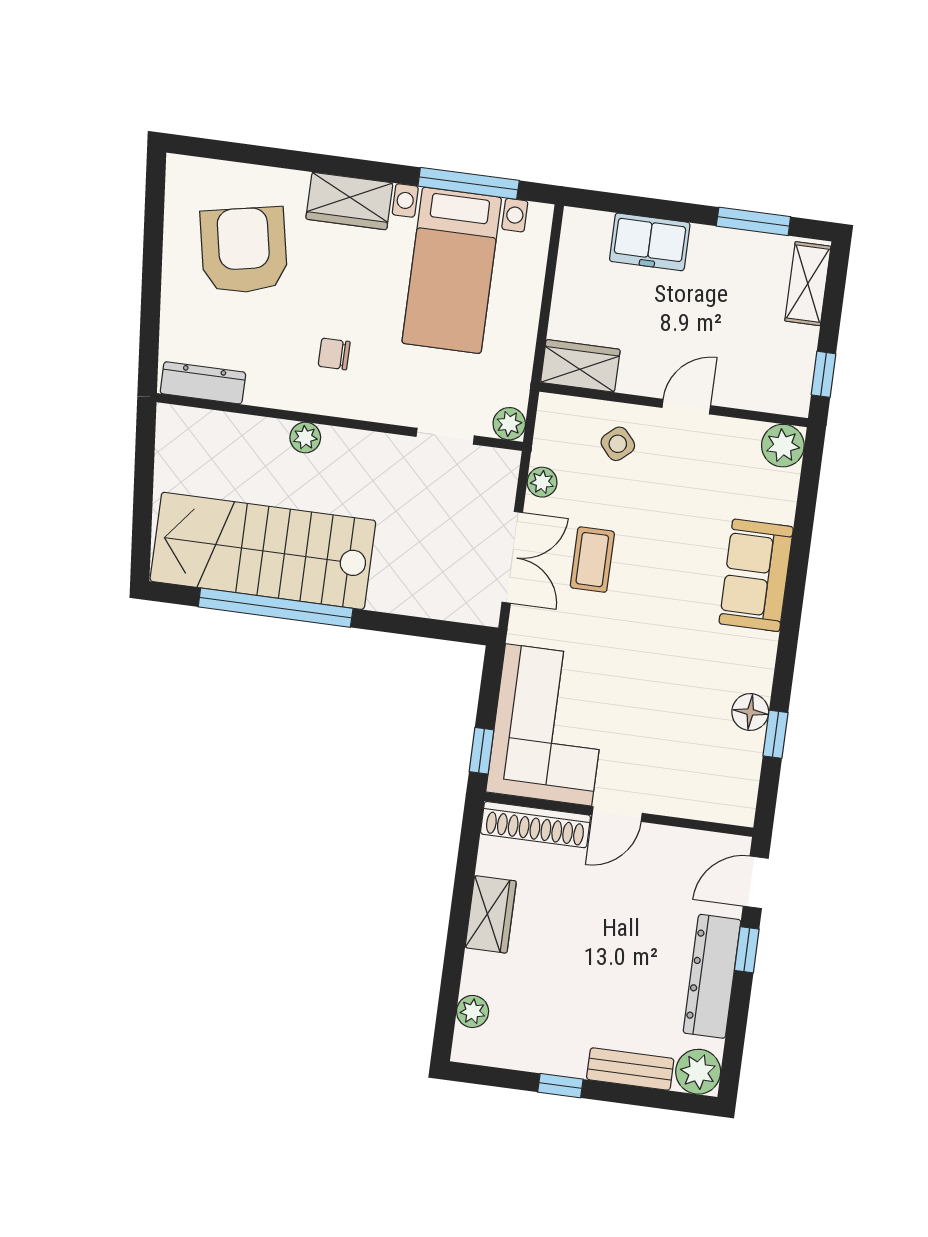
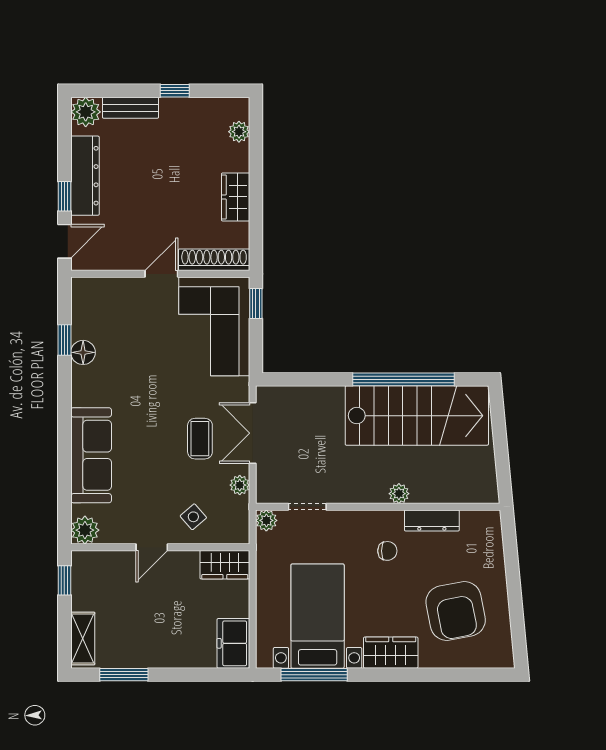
freezer: (650, 242) -> (233, 643), moved, turned -90
dresser: (203, 383) -> (432, 520), moved
sofa: (756, 575) -> (91, 455), width x1.36

